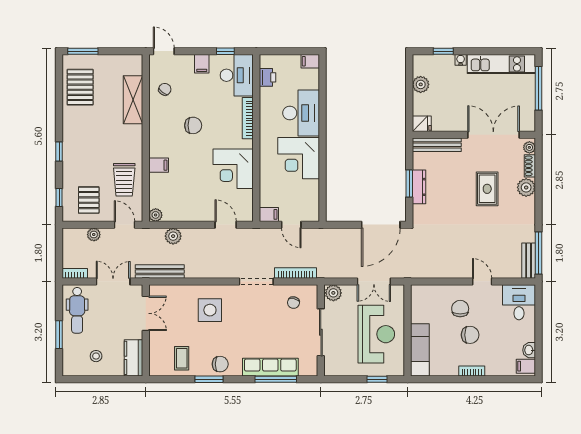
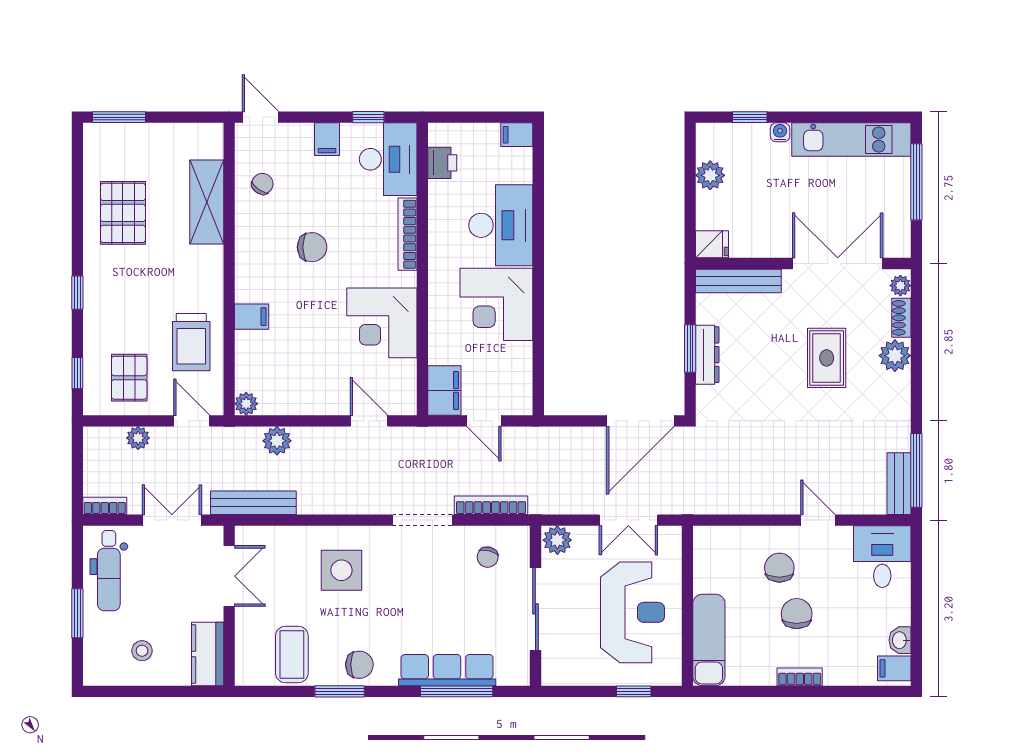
pallet: (80, 87) -> (123, 213), moved
filing cabinet: (269, 214) -> (444, 390), width x2.00
chair: (470, 335) -> (797, 614), turned -90
coffee table: (182, 358) -> (292, 655), width x1.36, depth x1.30

